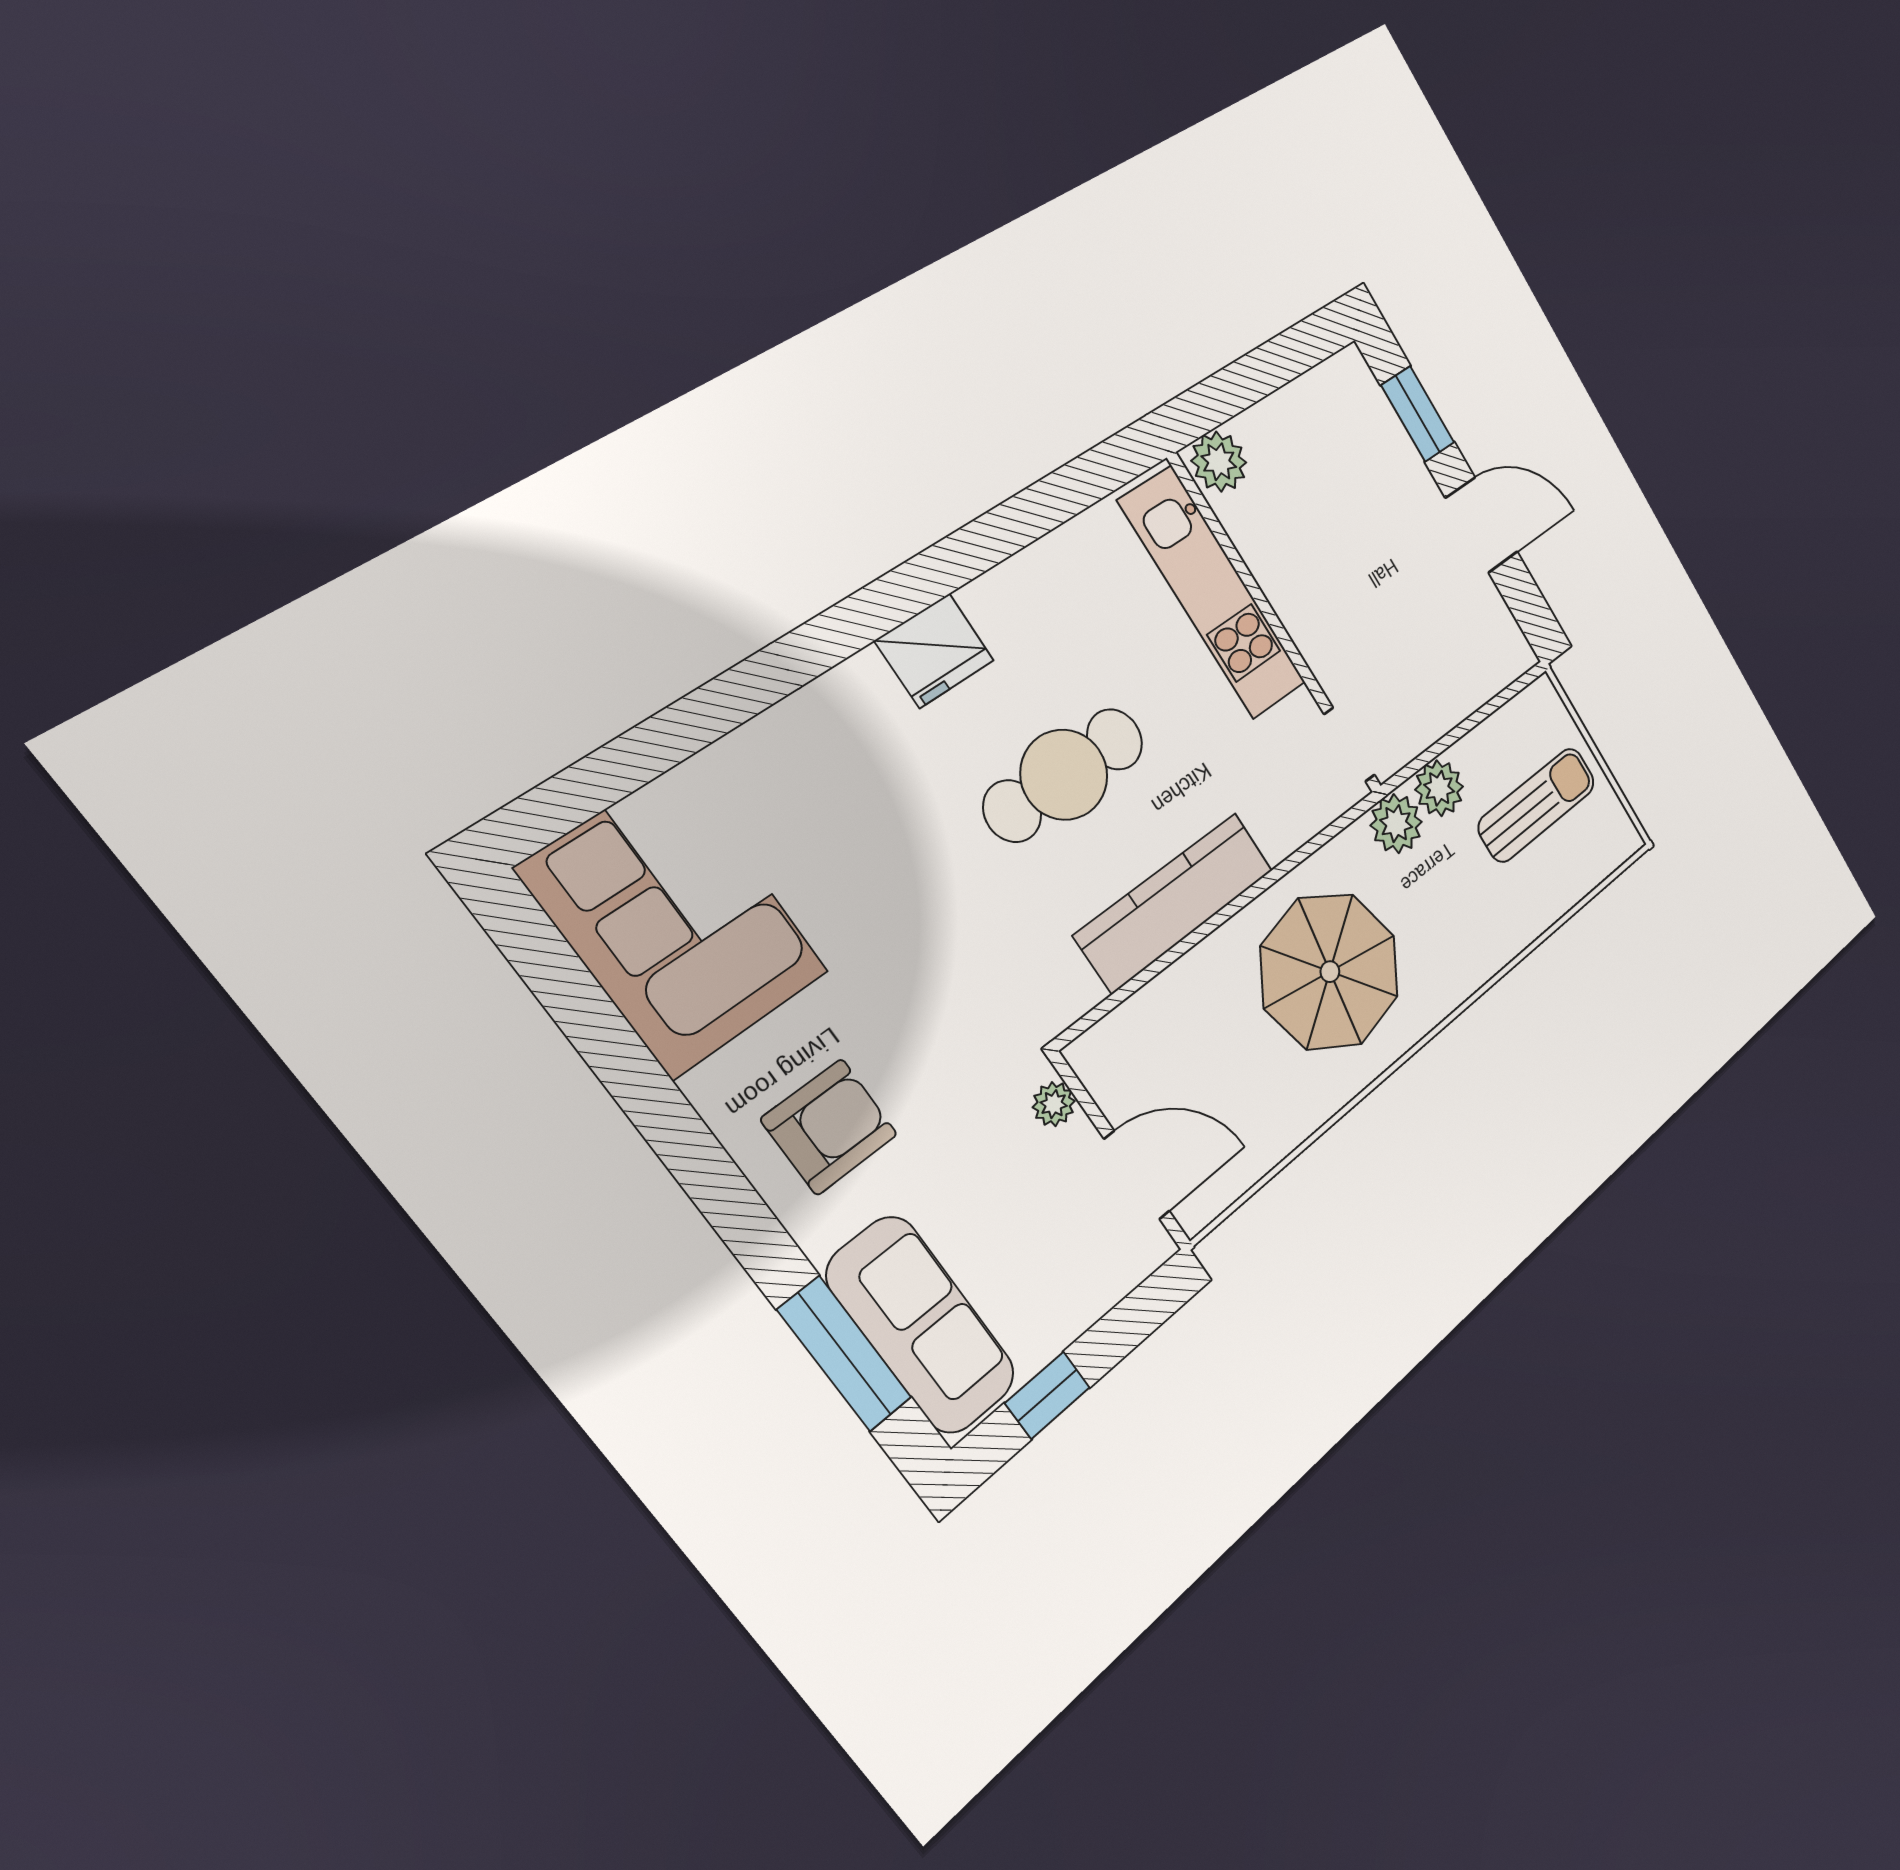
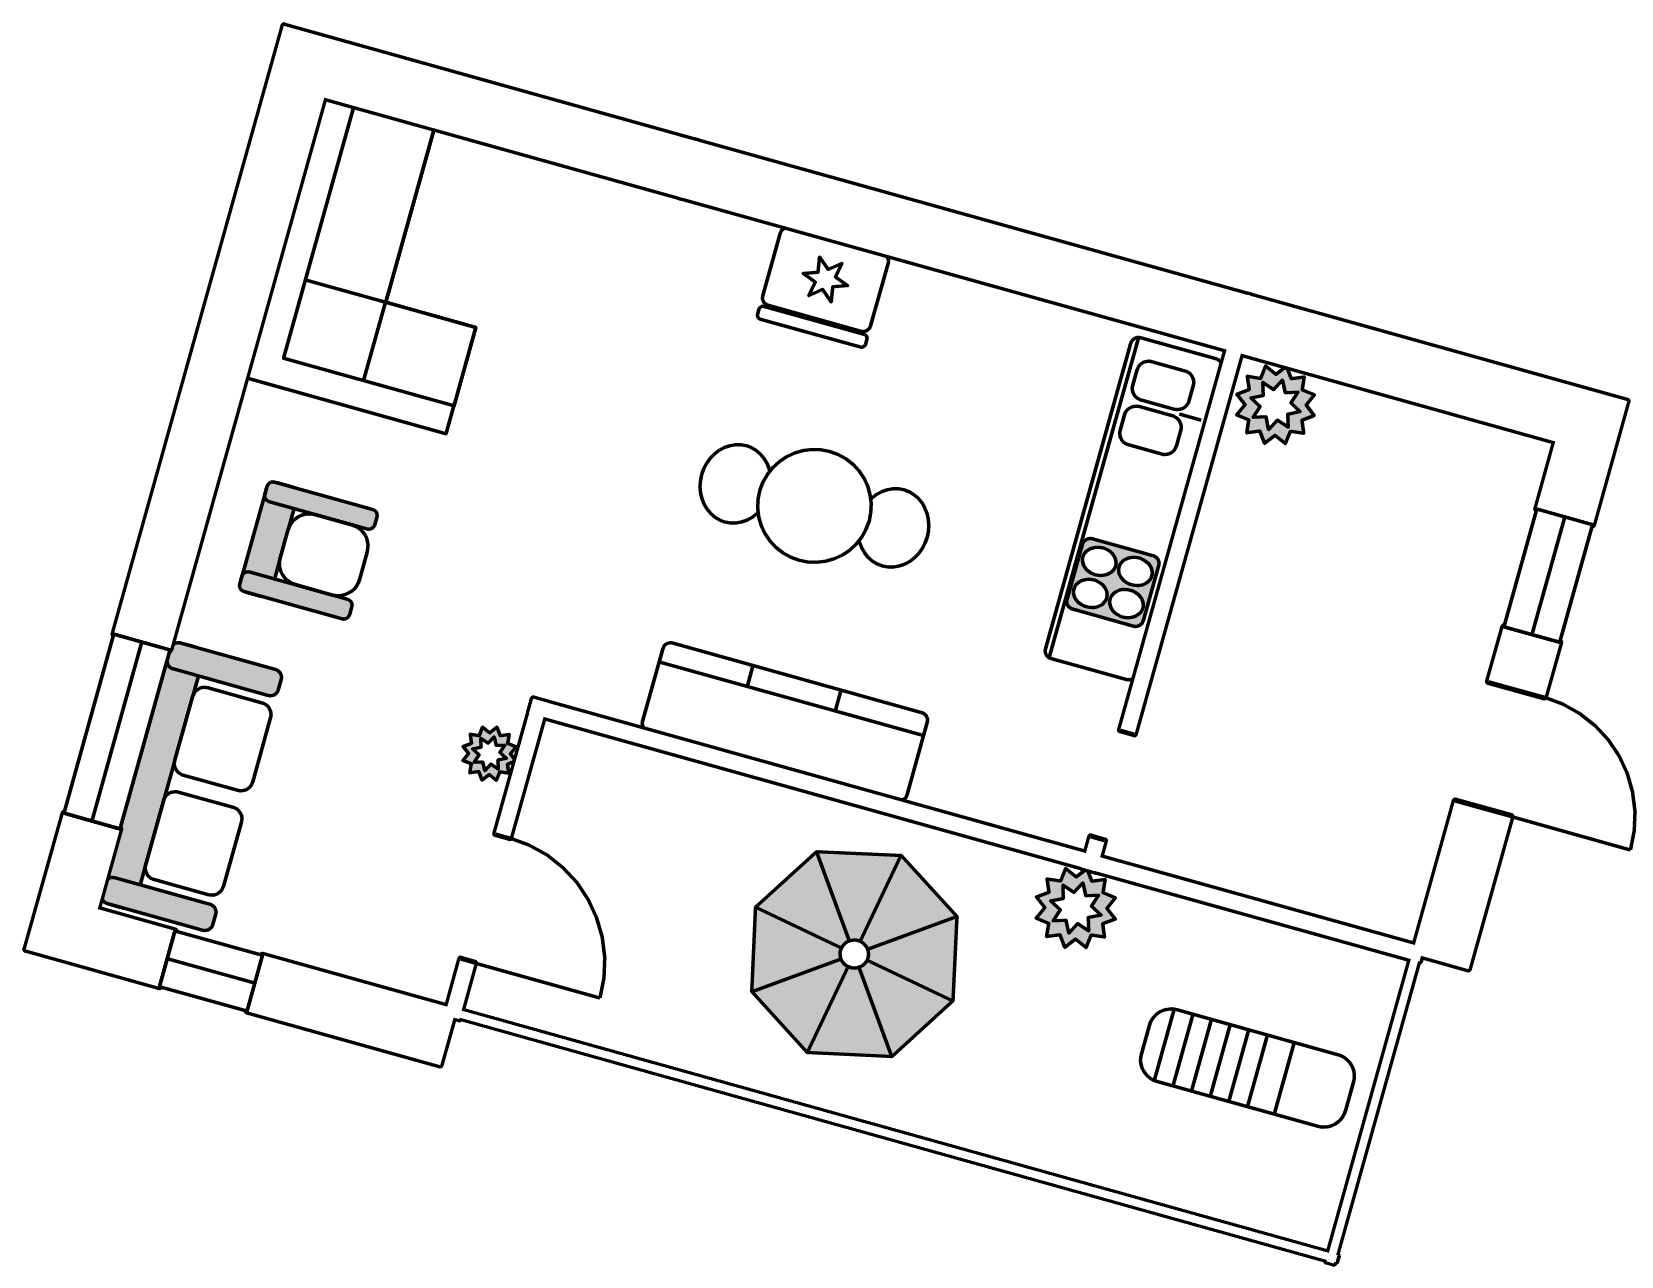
plant: (1439, 788) -> (1159, 930), removed

